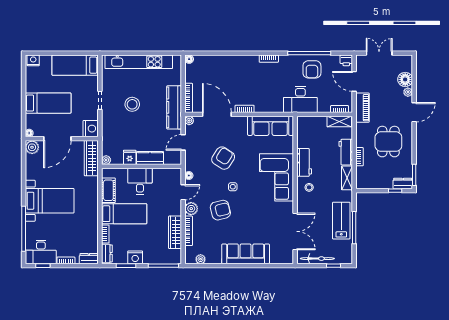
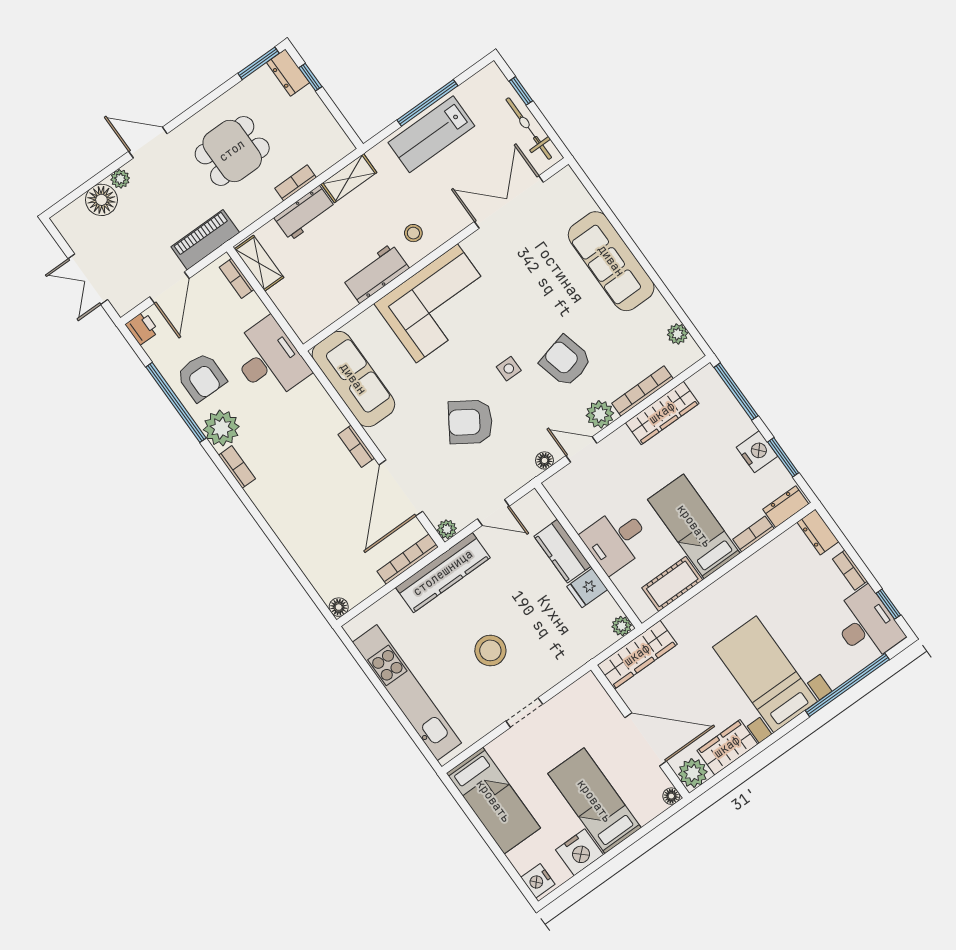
plant: (288, 63) -> (221, 428), added
armchair: (312, 69) -> (201, 377), turned 90
nightstand: (91, 129) -> (580, 852), moved, turned 180
wardrobe: (32, 167) -> (727, 747), added

